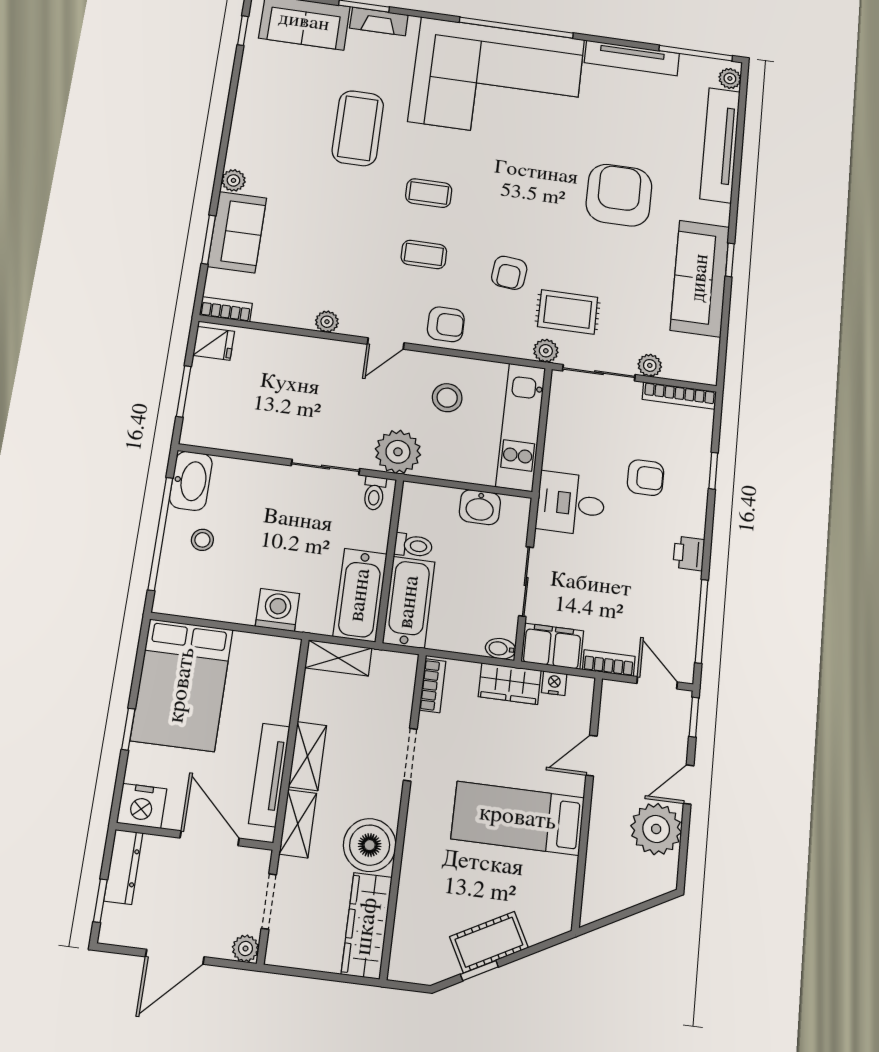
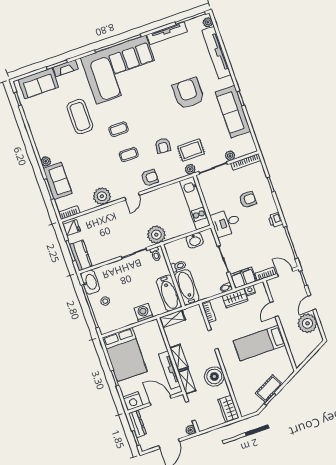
plant: (327, 322) -> (102, 196), width x1.88, depth x1.88
stool: (447, 398) -> (164, 206), removed
kitchen counter: (202, 413) -> (81, 255), added
wardrobe: (367, 926) -> (228, 409), width x0.67

